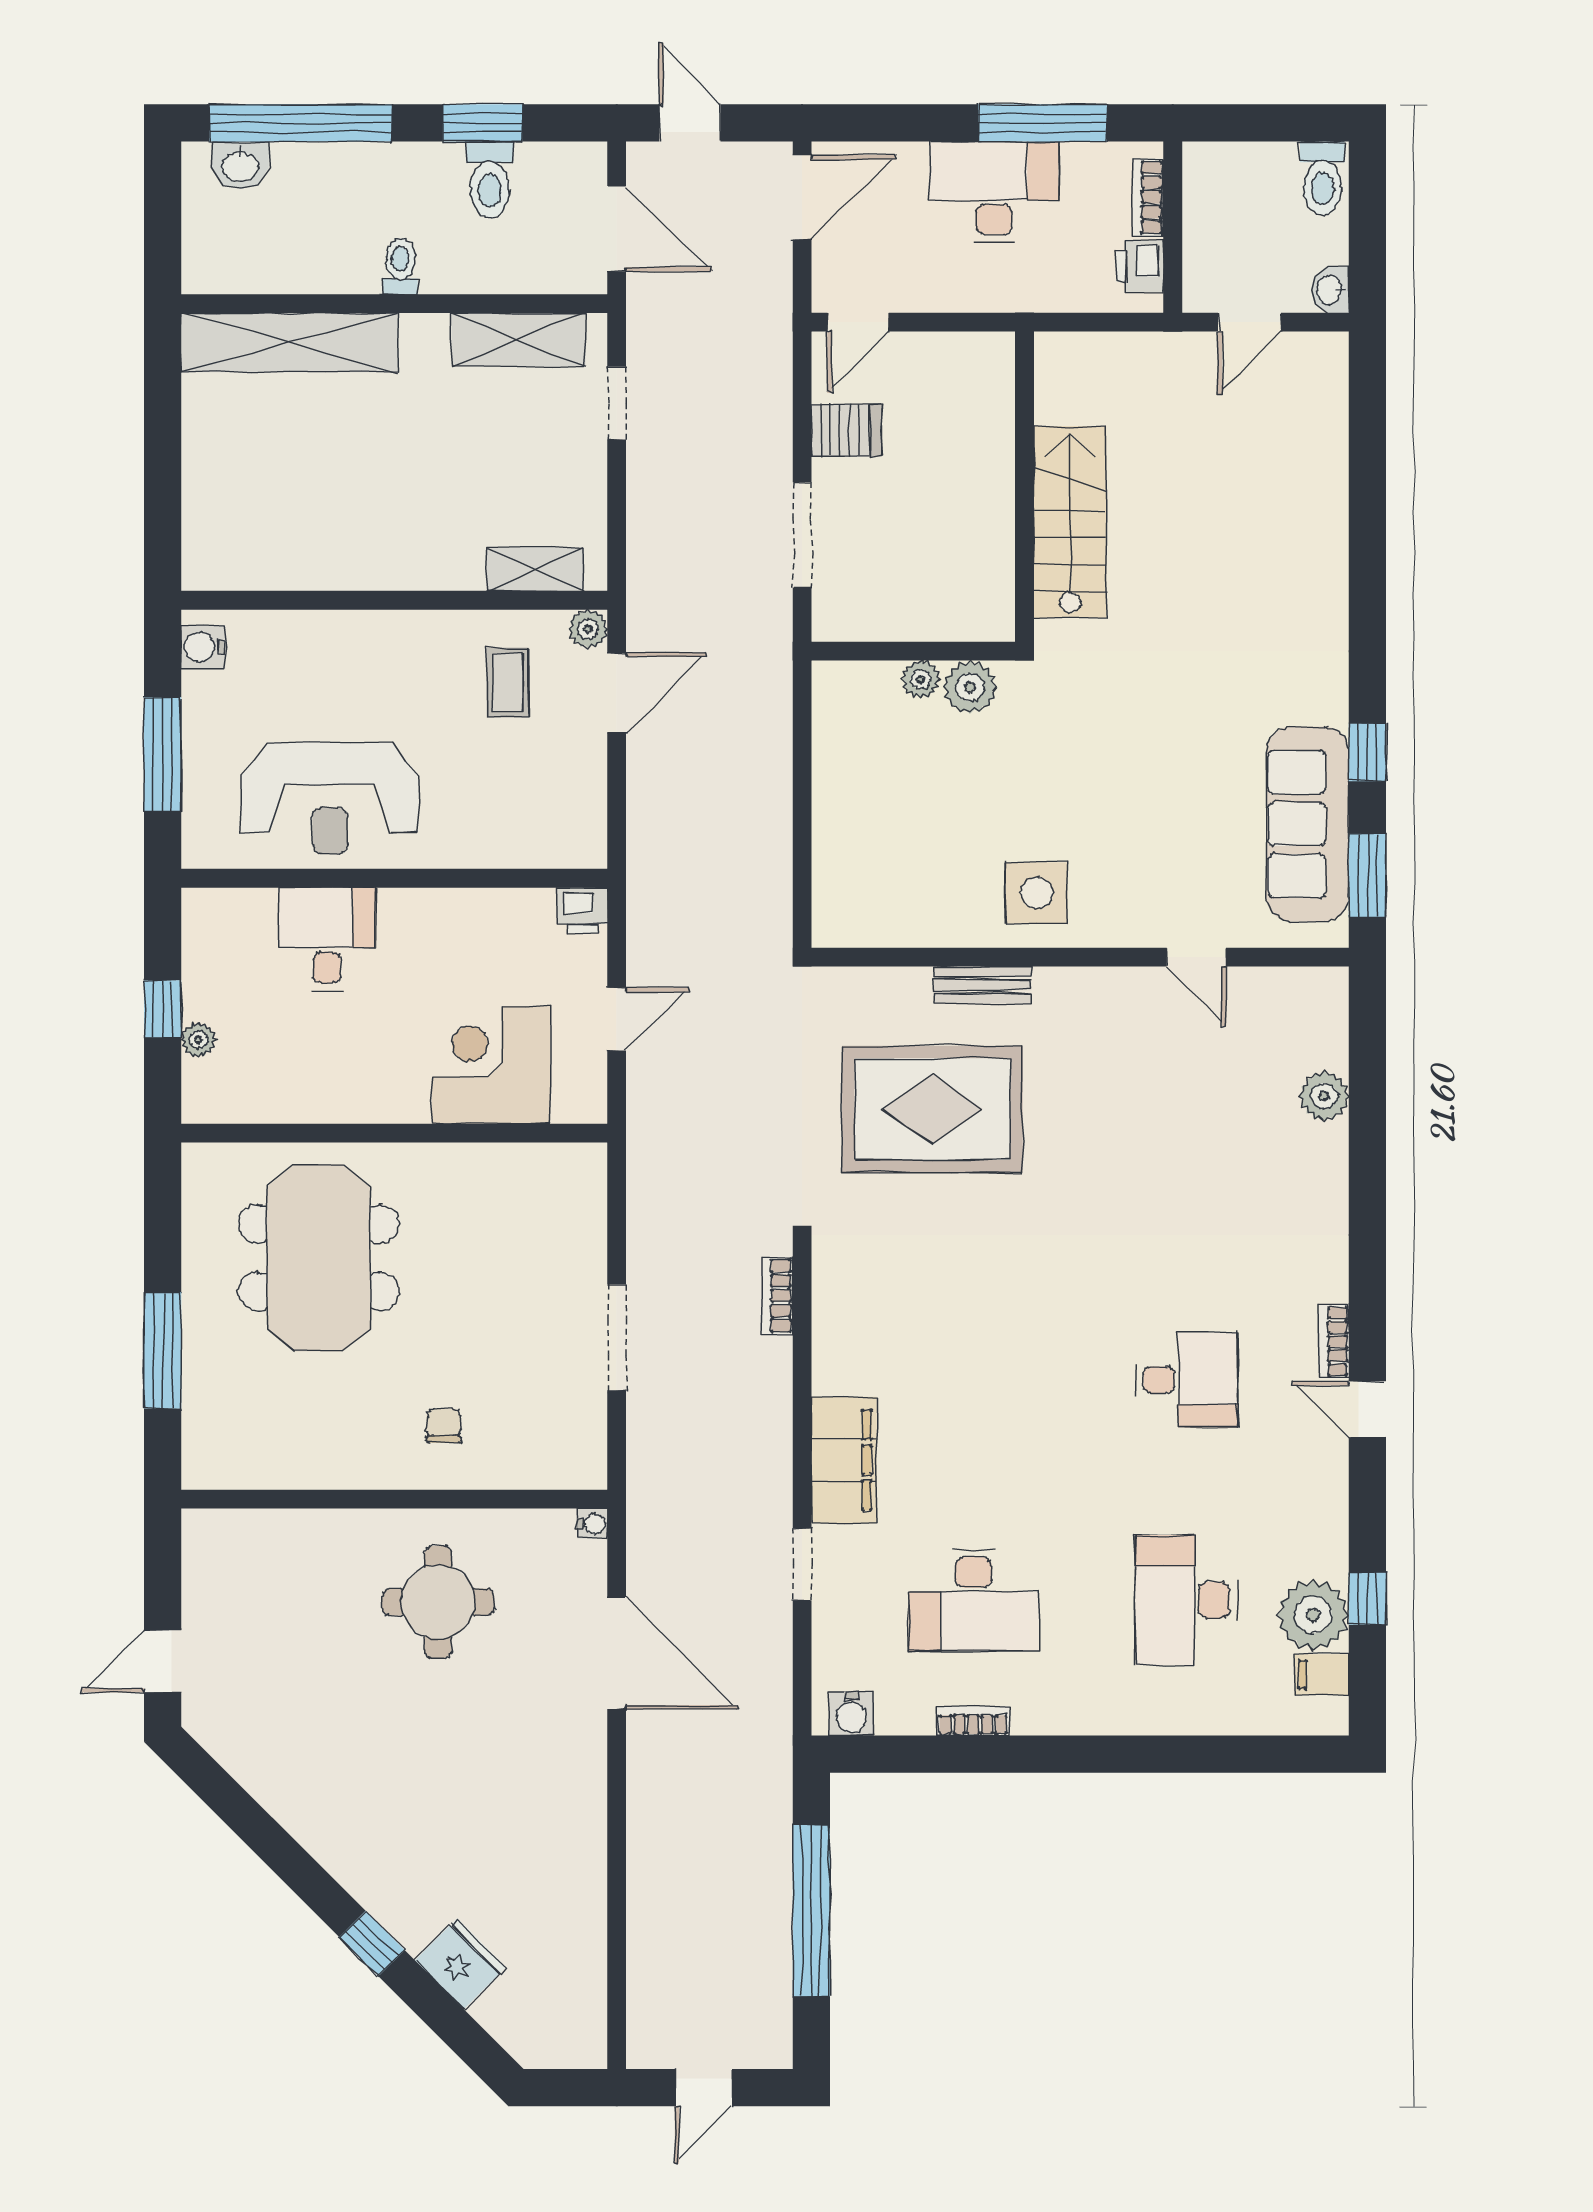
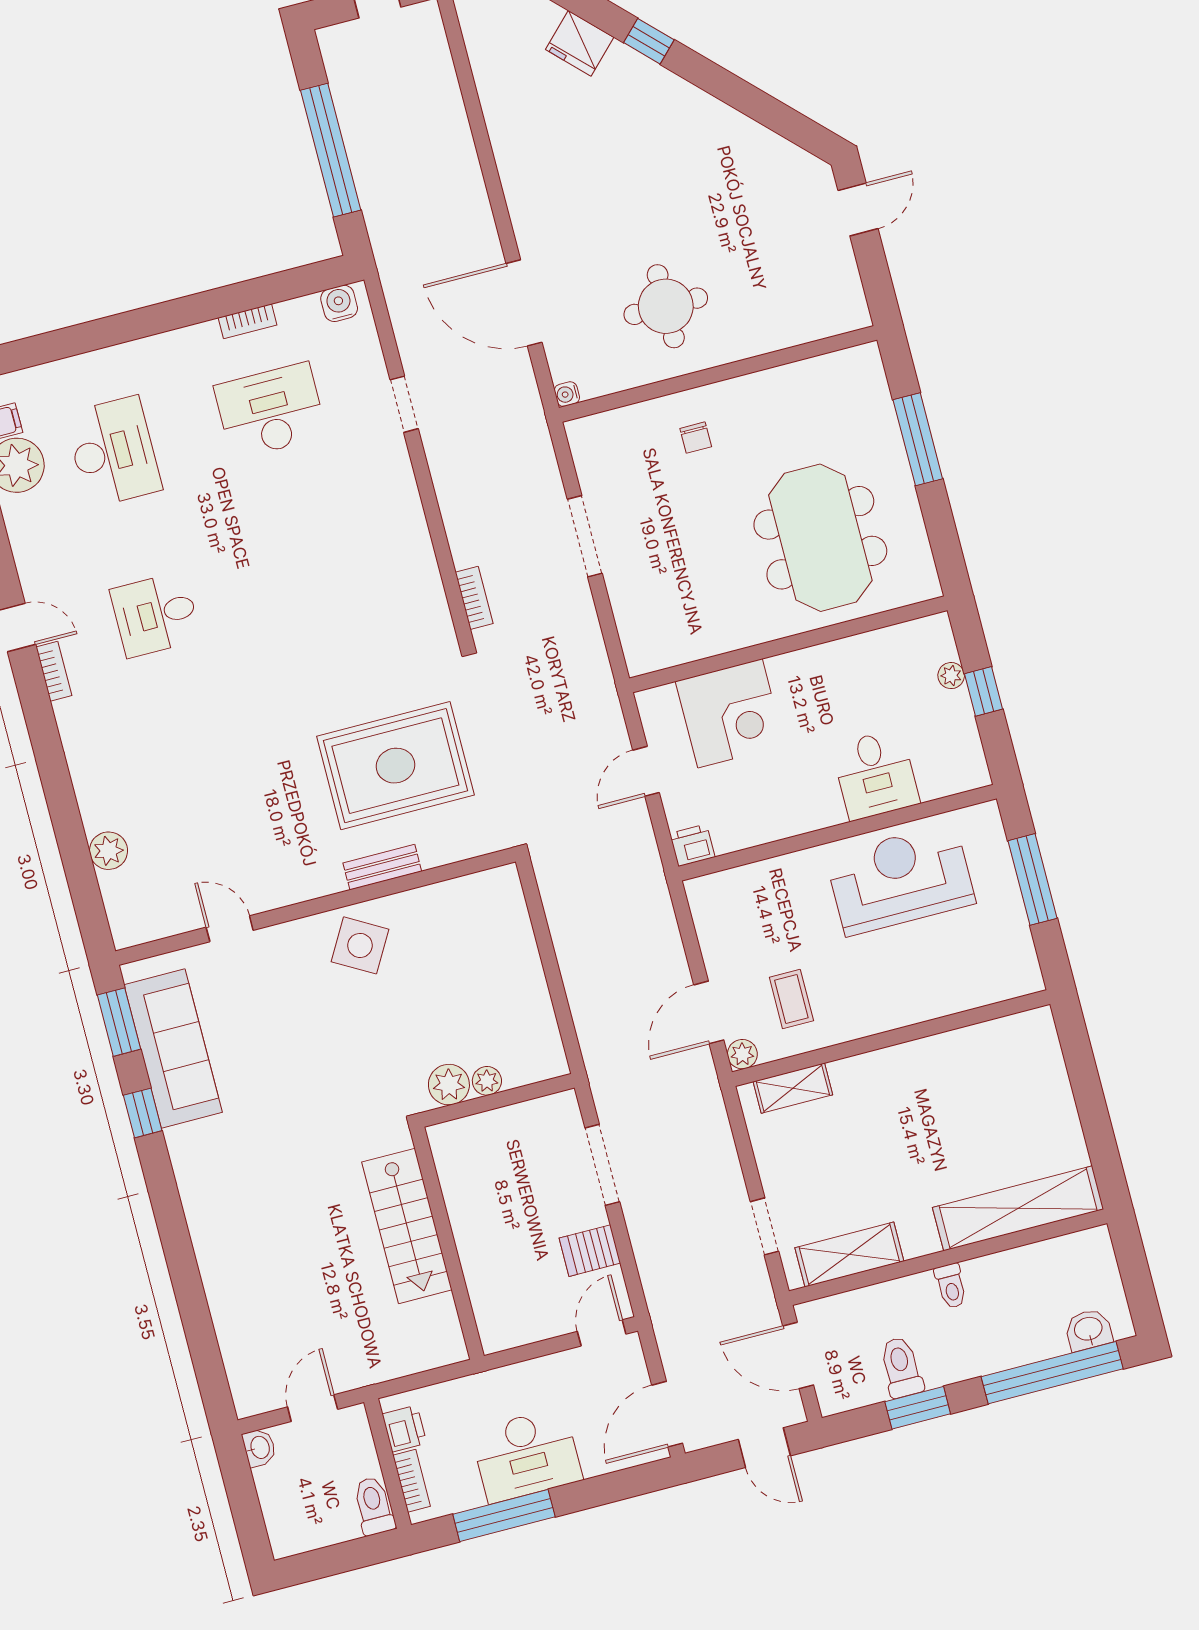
toilet: (1322, 178) -> (374, 1506), moved
water cooler: (203, 647) -> (1023, 967), removed
side table: (1037, 893) -> (360, 945), turned 30
filing cabinet: (844, 1460) -> (393, 489), removed

